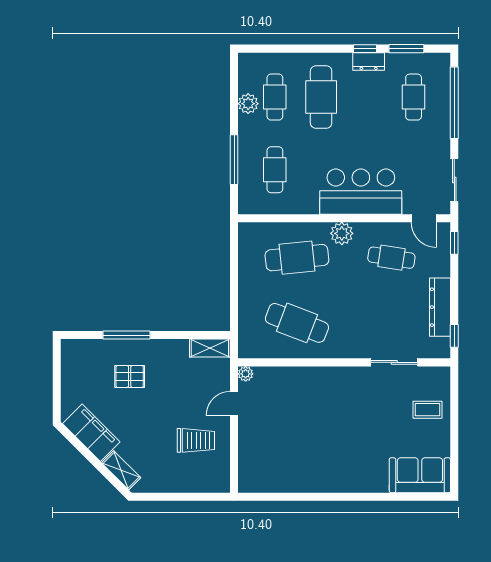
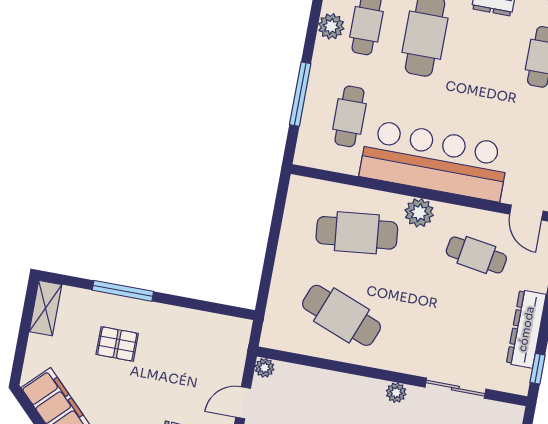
bar counter: (361, 192) -> (434, 161), width x1.36
shelving: (210, 348) -> (45, 308), moved, turned 90
plant: (350, 374) -> (396, 393), added

